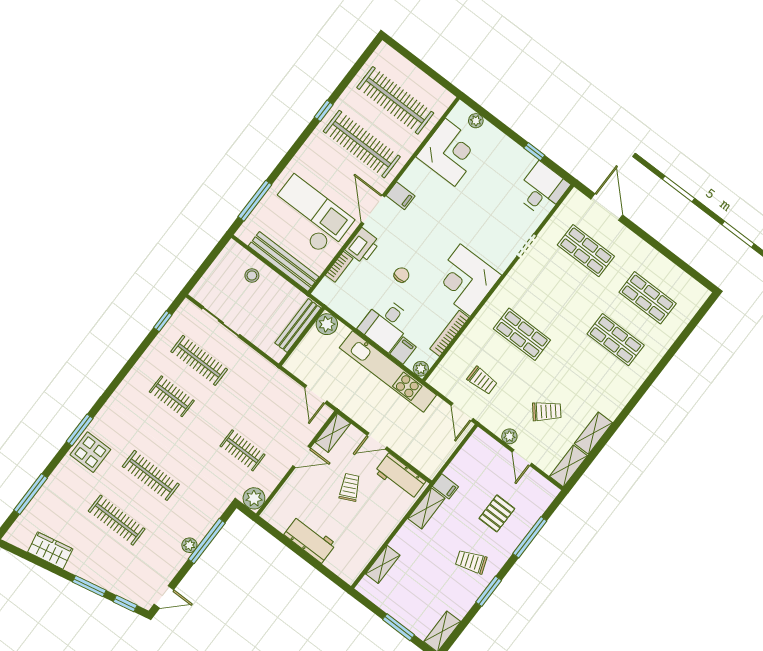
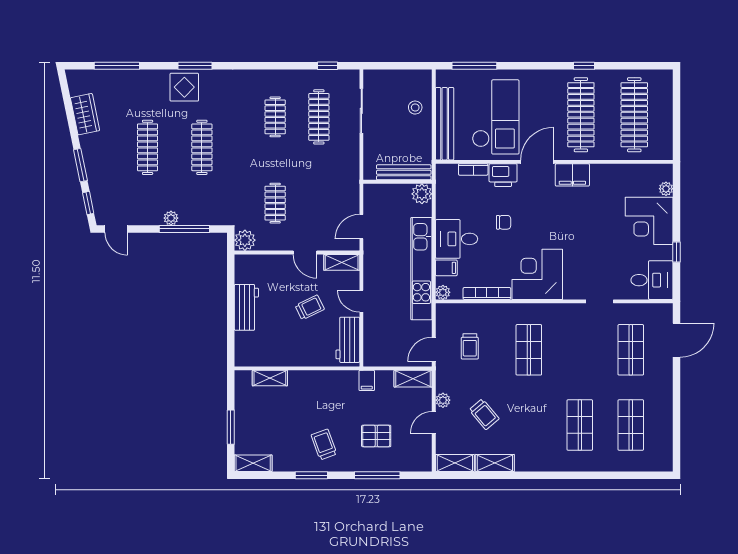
corner desk: (450, 152) -> (649, 221), moved, turned 90
filing cabinet: (400, 196) -> (572, 175), width x2.00
shelving: (426, 508) -> (413, 379), moved

